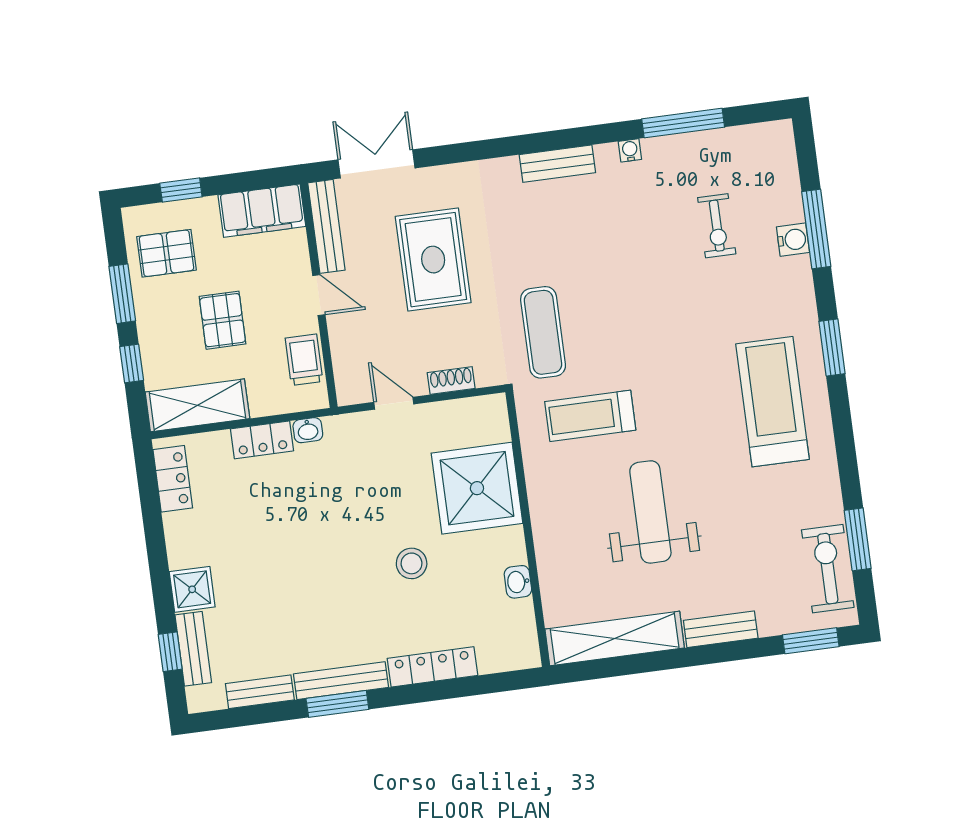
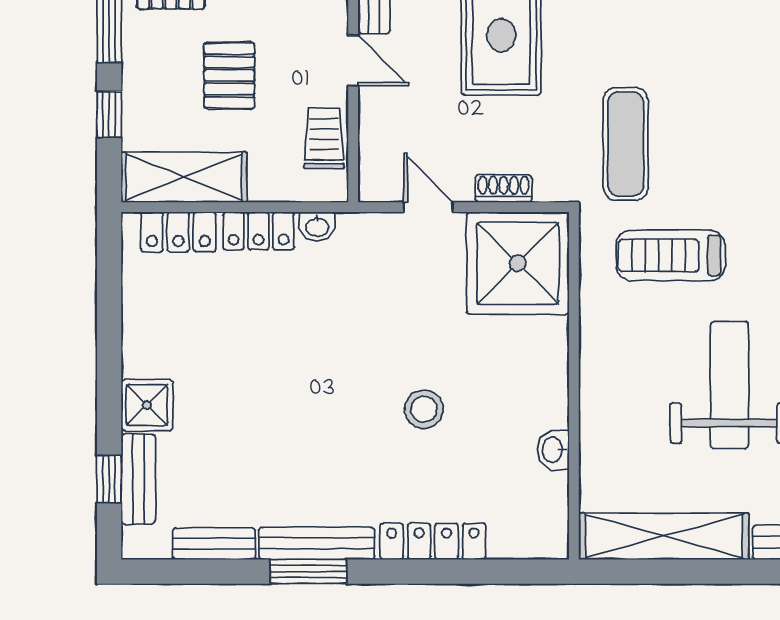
locker: (173, 479) -> (178, 232), moved, turned 90
shower: (477, 488) -> (518, 263), moved

